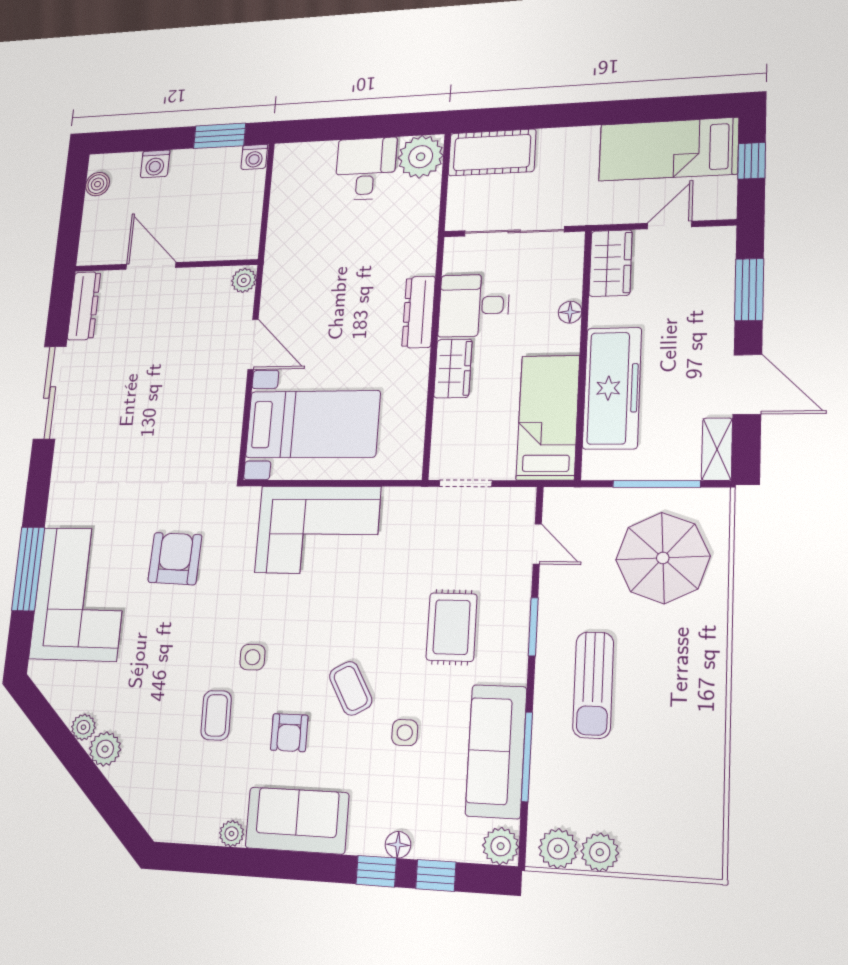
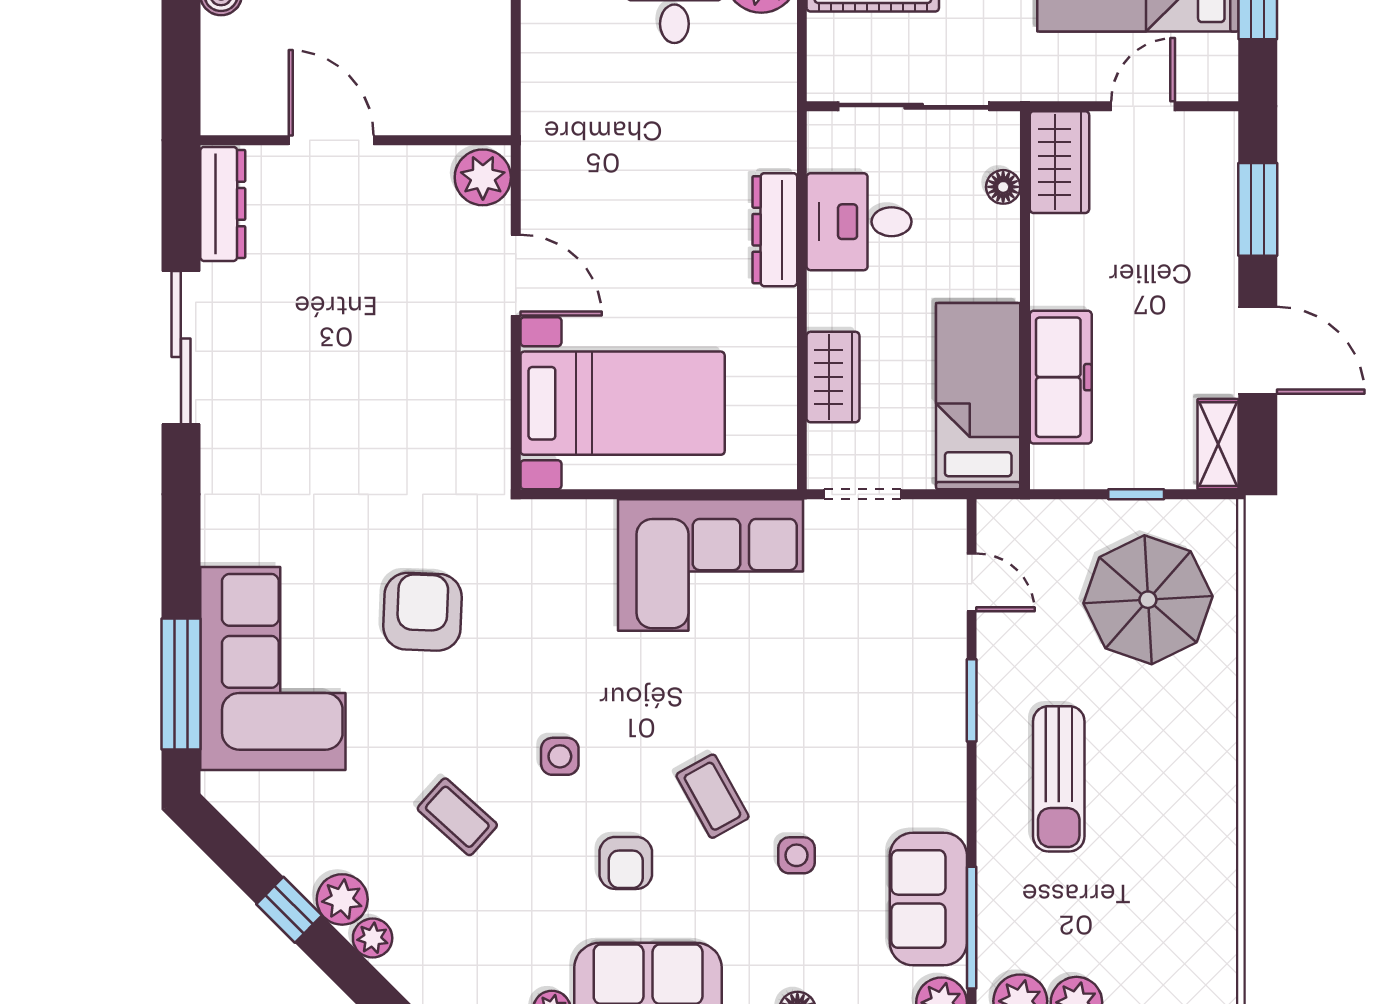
plant: (244, 280) -> (483, 177), width x1.38, depth x1.38
floor lamp: (570, 312) -> (1003, 187), moved
wardrobe: (453, 369) -> (833, 377), moved
freezer: (612, 388) -> (1061, 377), width x0.73, depth x0.79
window: (657, 484) -> (1136, 494), width x0.46
corner sofa: (318, 530) -> (711, 565), moved
window: (28, 569) -> (181, 684), moved
rug: (452, 627) -> (855, 704), removed
coffee table: (216, 715) -> (457, 817), moved, turned -47
plant: (83, 727) -> (373, 938), moved
sofa: (496, 751) -> (928, 899), width x0.73
window: (71, 754) -> (289, 910), added
window: (527, 757) -> (972, 928), moved

